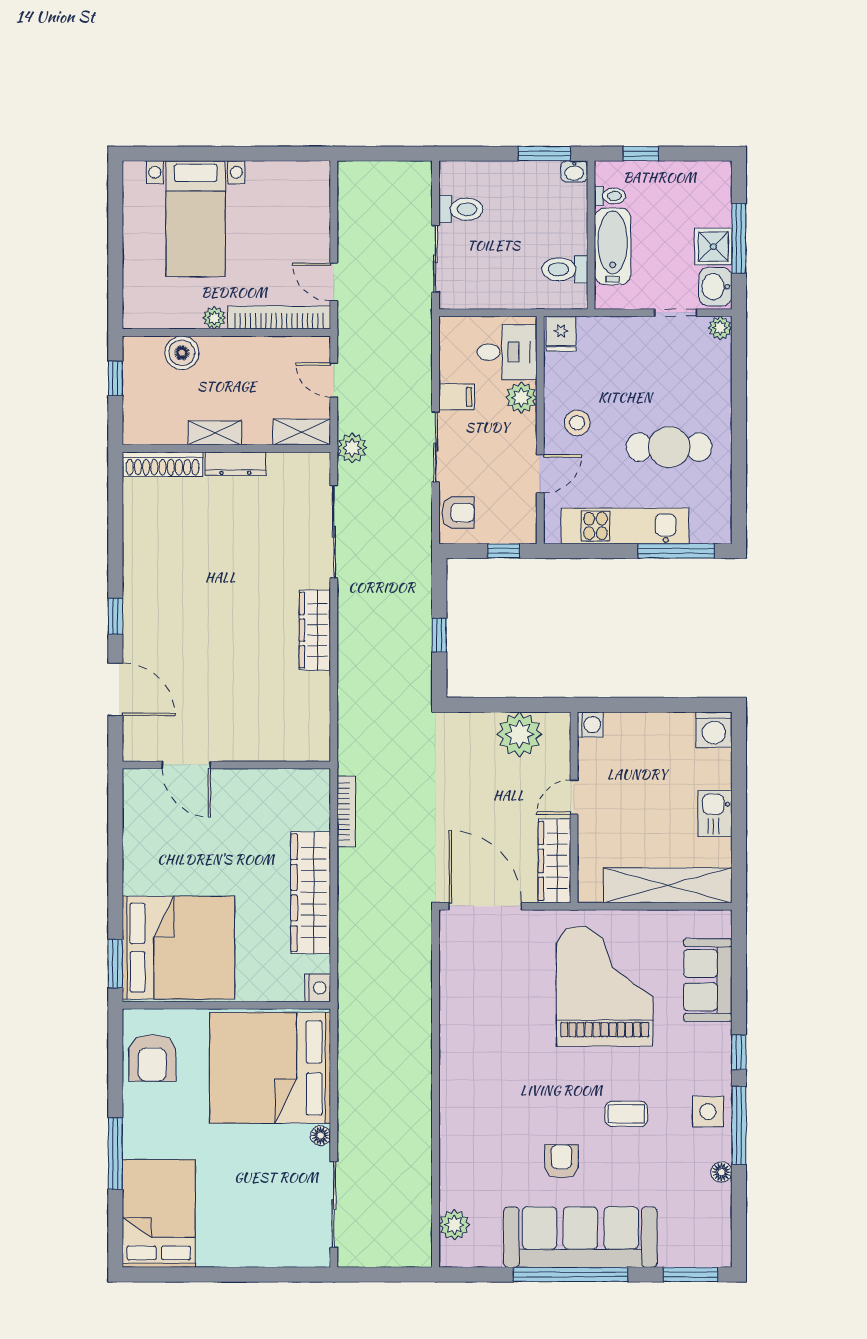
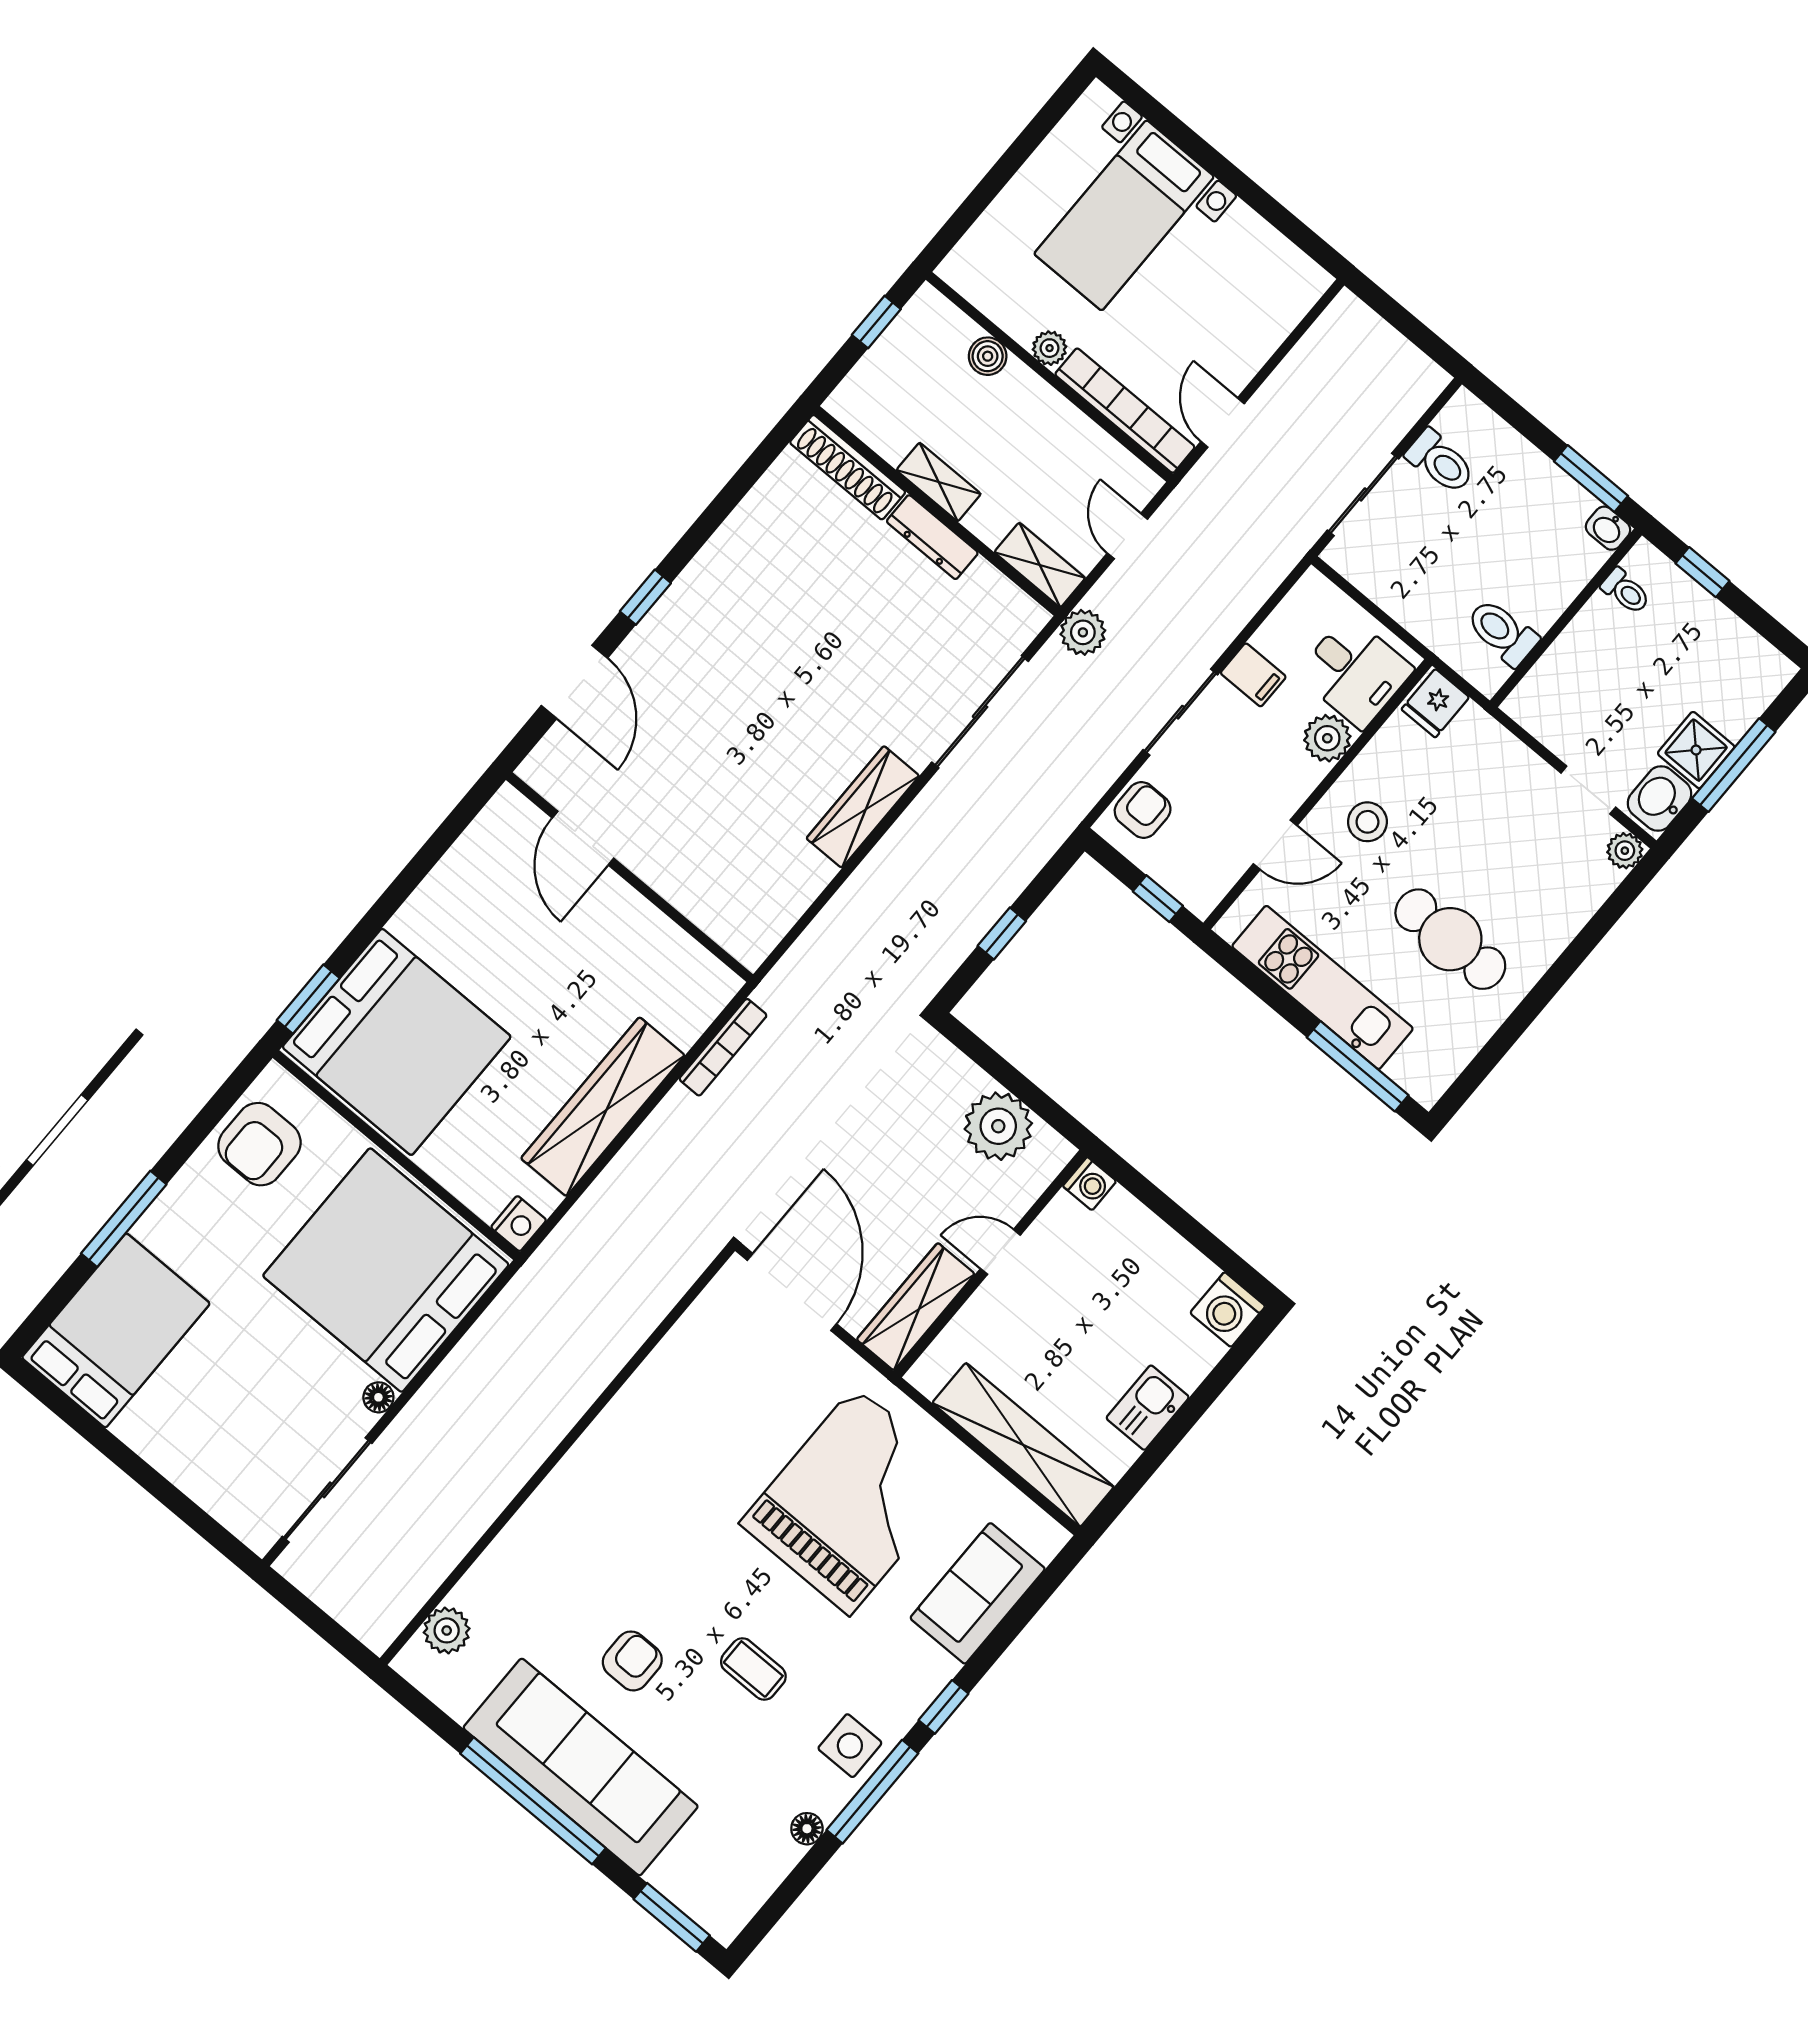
bathtub: (613, 246) -> (1580, 652), removed
boiler: (182, 353) -> (988, 356), width x0.73, depth x0.73
armchair: (458, 513) -> (1143, 810), turned -90

